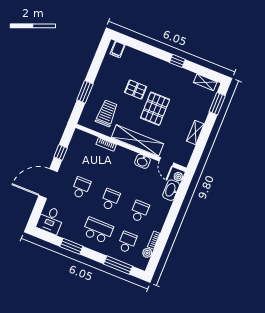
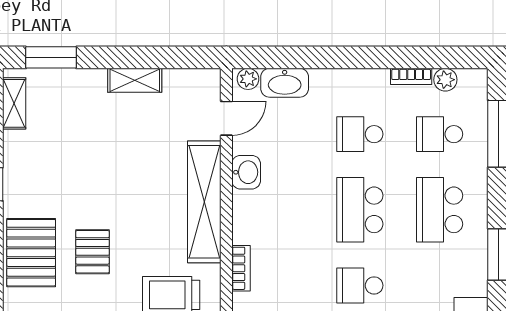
pallet: (155, 109) -> (31, 253), moved, turned 90
school desk: (110, 200) -> (360, 210), width x1.85

